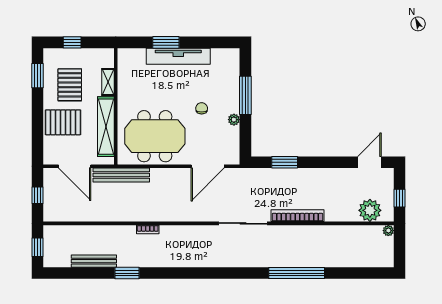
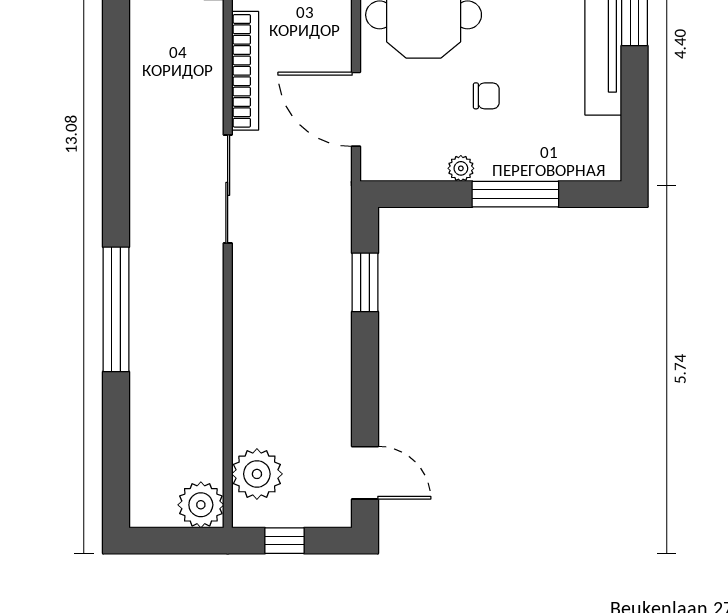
bookcase: (298, 216) -> (245, 71), moved
plant: (388, 231) -> (201, 505), width x1.88, depth x1.88

